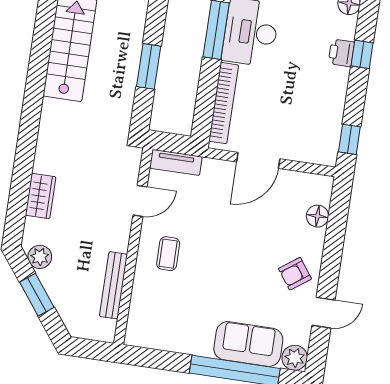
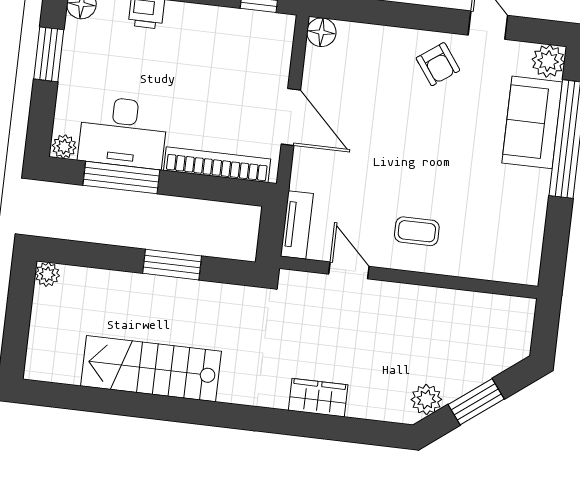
wardrobe: (41, 196) -> (318, 398), moved
floor lamp: (317, 216) -> (321, 32), moved
bench: (113, 285) -> (461, 302), removed

